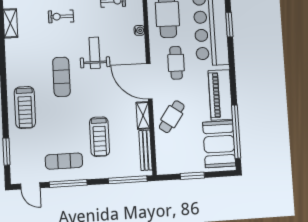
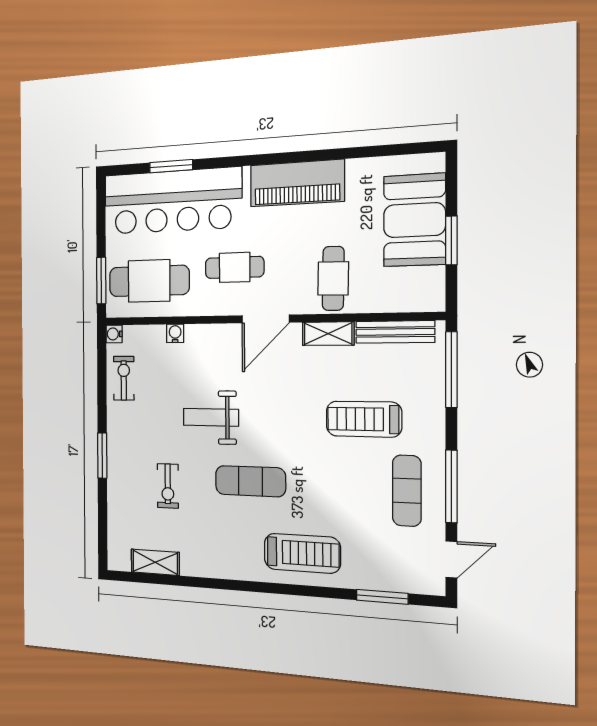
exercise bike: (61, 16) -> (168, 486), moved
door: (149, 81) -> (266, 319), width x0.73
cafe table: (172, 117) -> (333, 278), turned 56
window: (236, 132) -> (369, 152), removed
treadmill: (100, 137) -> (364, 419), turned 180
booth: (219, 144) -> (414, 220), moved, turned 90

